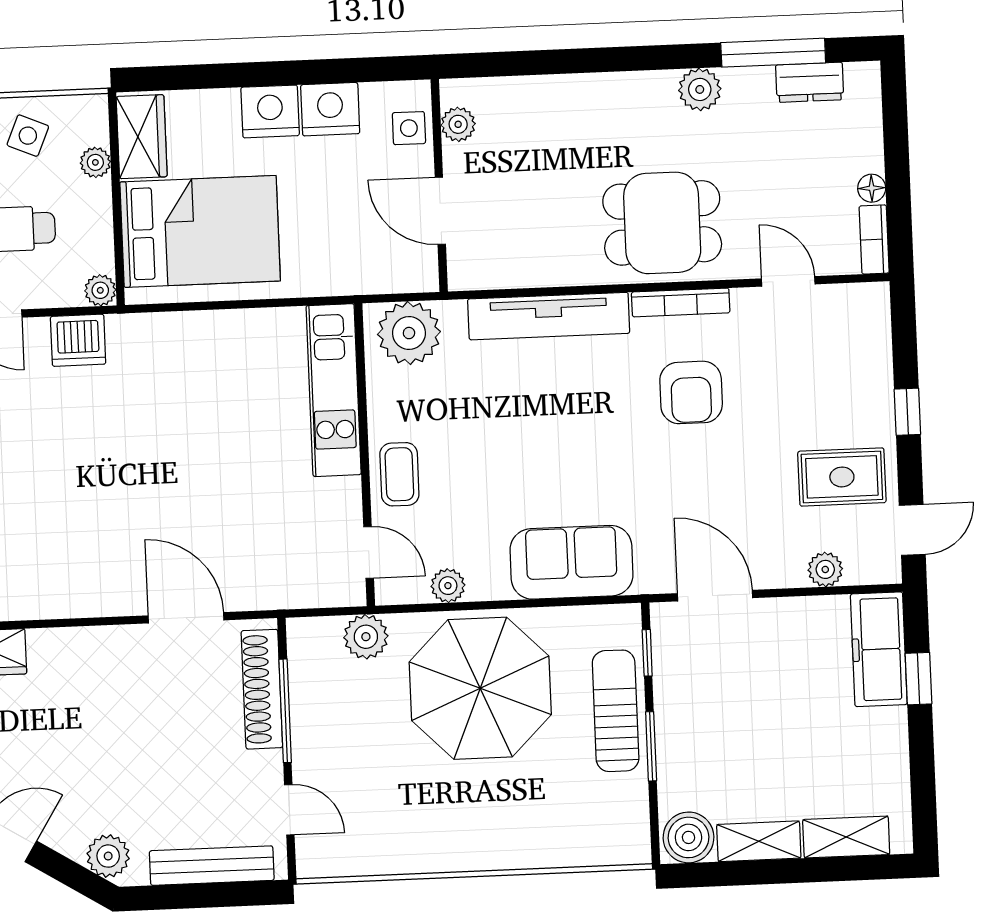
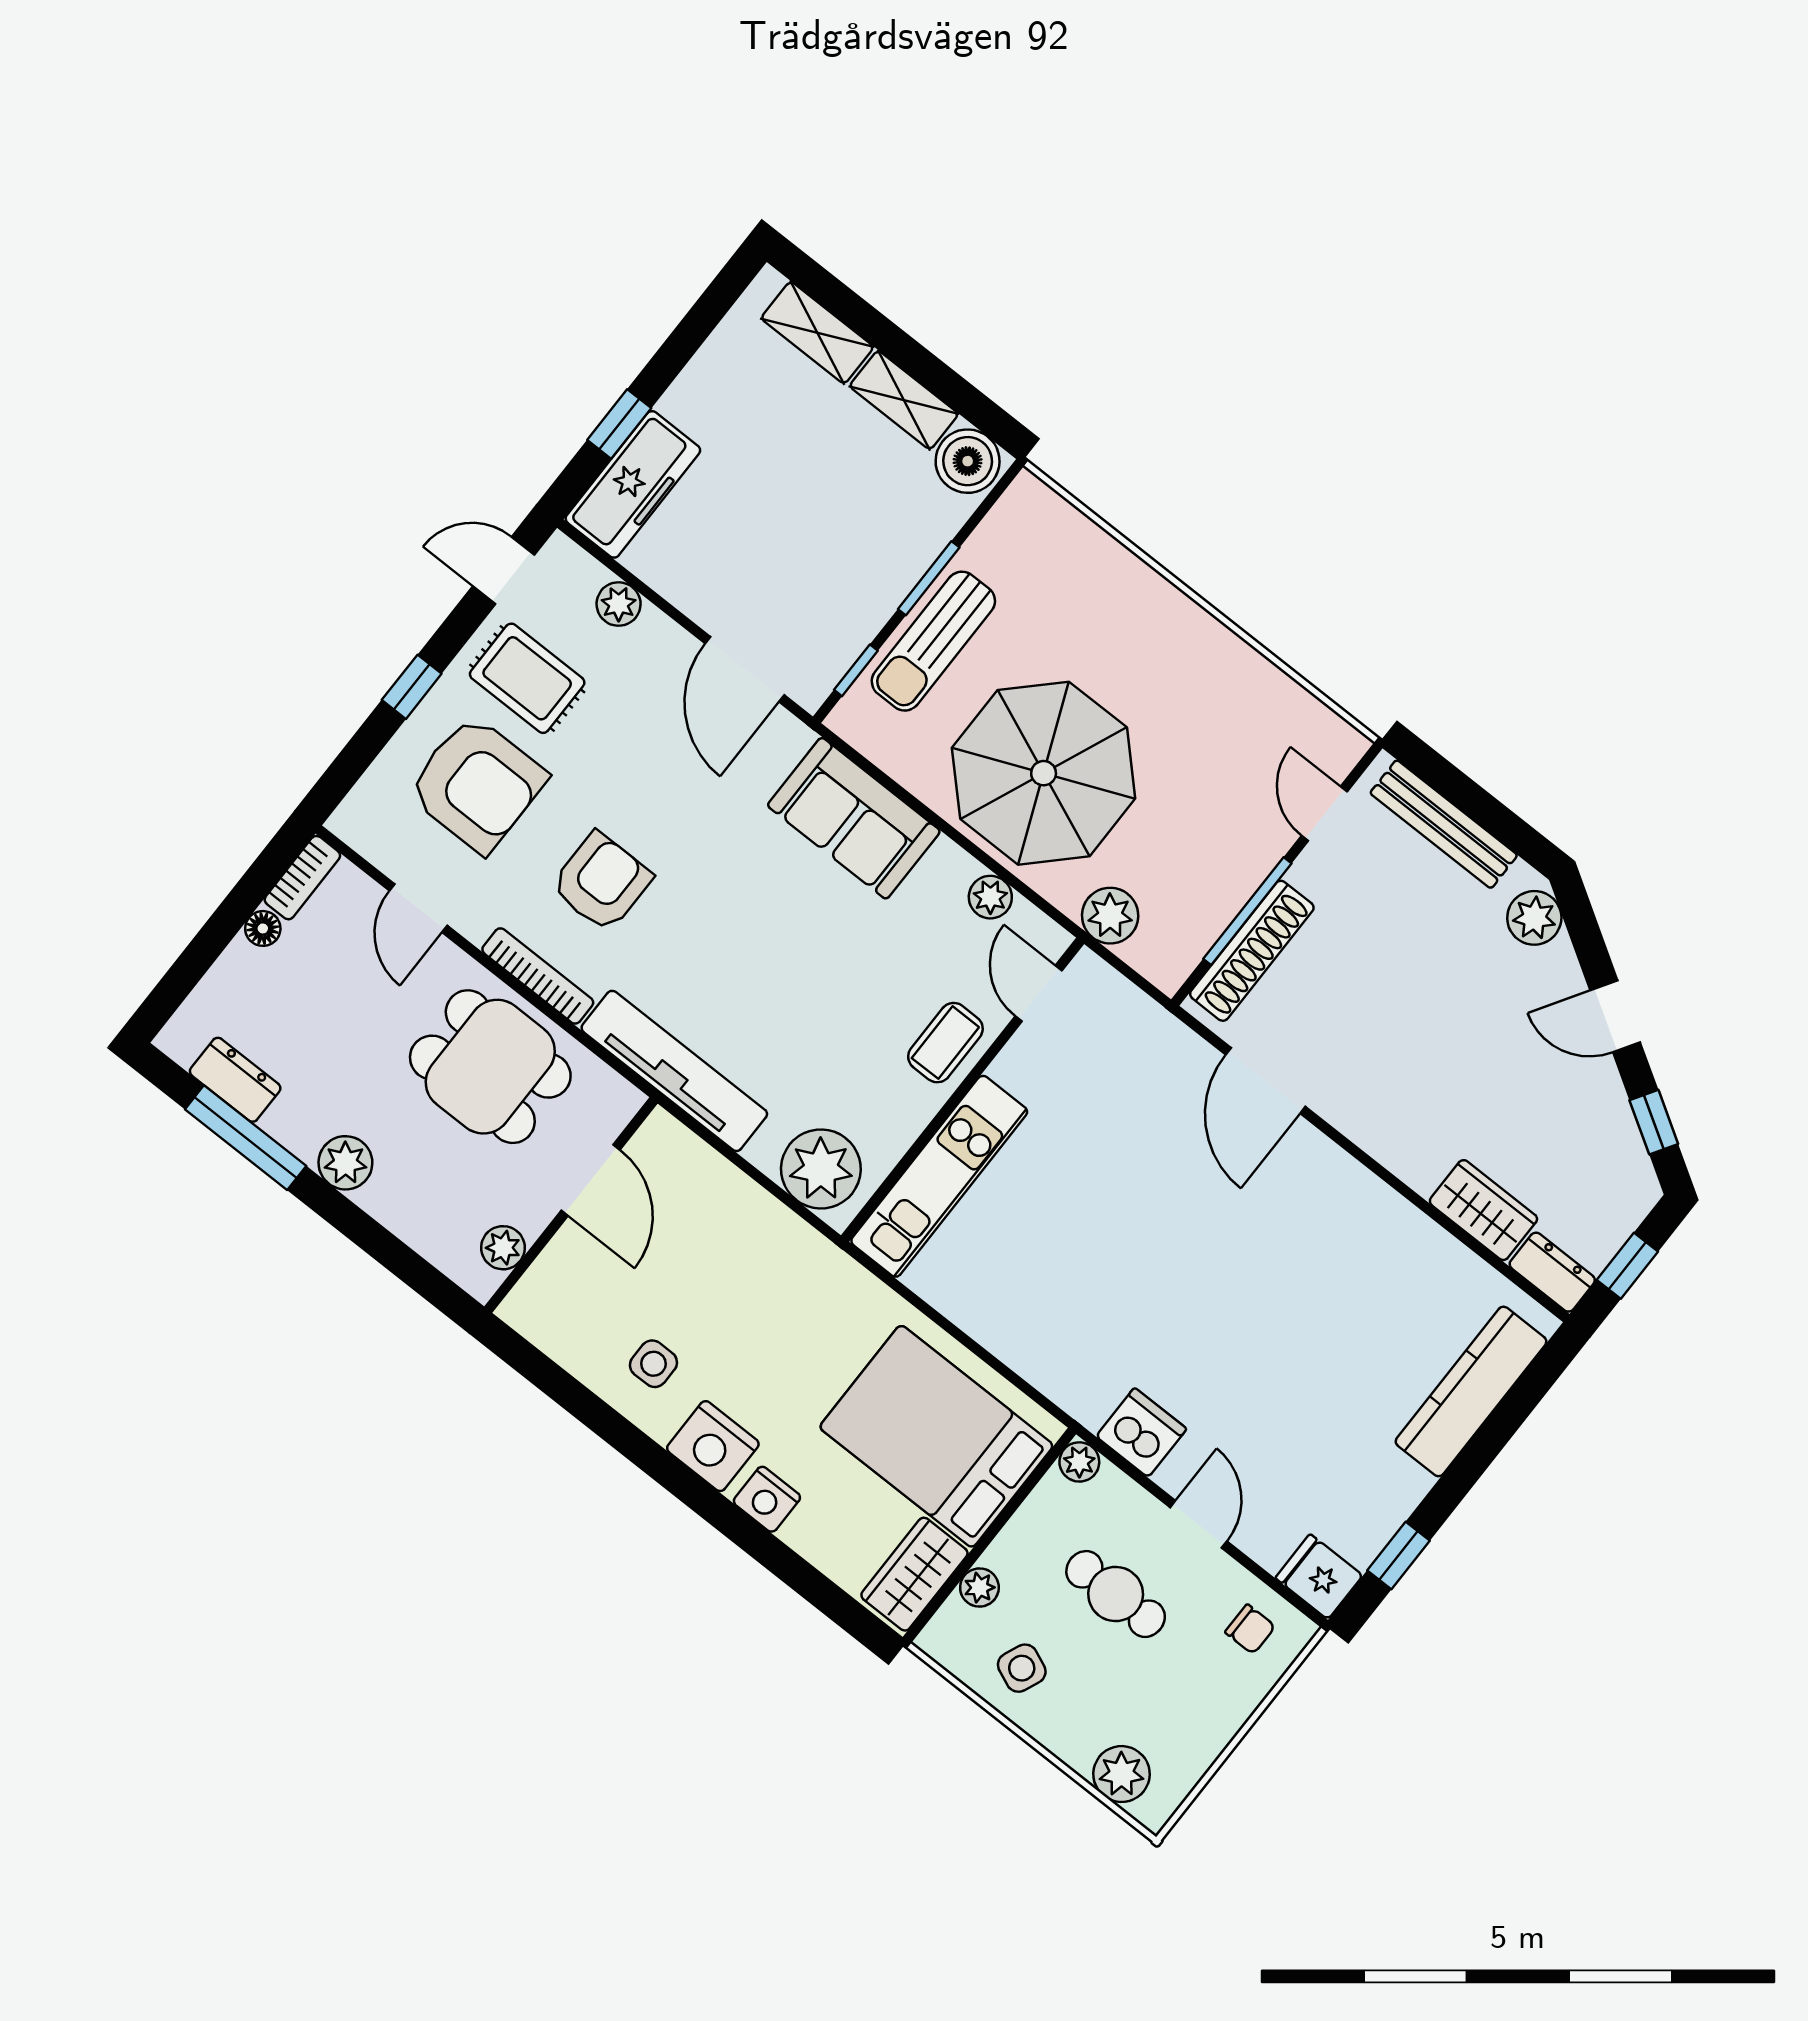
nightstand: (270, 111) -> (767, 1499), width x0.74, depth x0.75
plant: (458, 124) -> (503, 1248), moved
wall: (439, 185) -> (571, 1205), moved
door: (440, 211) -> (591, 1180), moved
armchair: (817, 387) -> (477, 784), added

